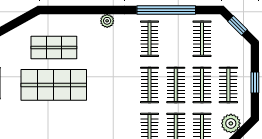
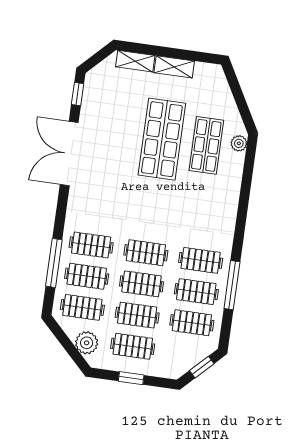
window: (166, 10) -> (232, 285), width x0.68
plant: (107, 21) -> (239, 143), moved
clothes rail: (176, 39) -> (196, 292), added

